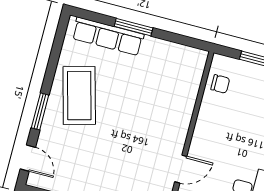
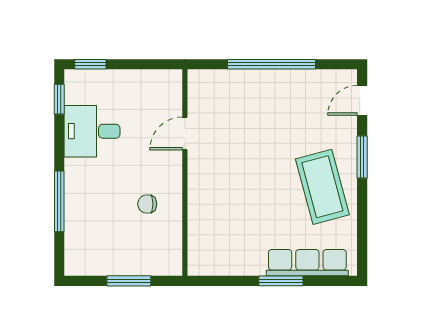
chair: (220, 84) -> (147, 204), moved
door: (28, 158) -> (362, 100), hinge flipped

